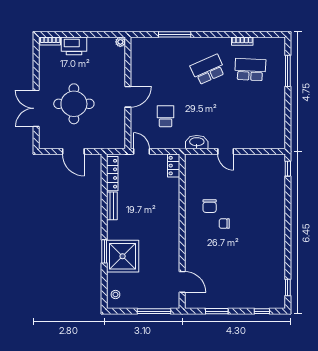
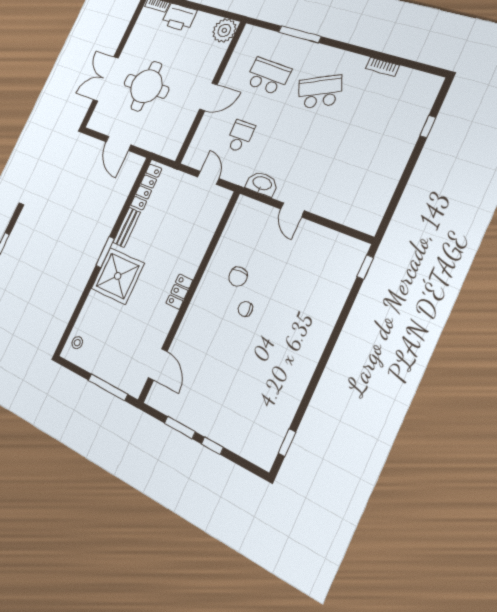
plant: (120, 42) -> (224, 30), width x1.88, depth x1.88
school desk: (250, 69) -> (268, 76), moved
window: (288, 71) -> (428, 127), width x0.46
door: (141, 151) -> (208, 178), moved
locker: (174, 166) -> (179, 292), moved
window: (104, 251) -> (105, 252), moved
shower: (123, 256) -> (118, 276), moved
window: (262, 311) -> (212, 446), moved

